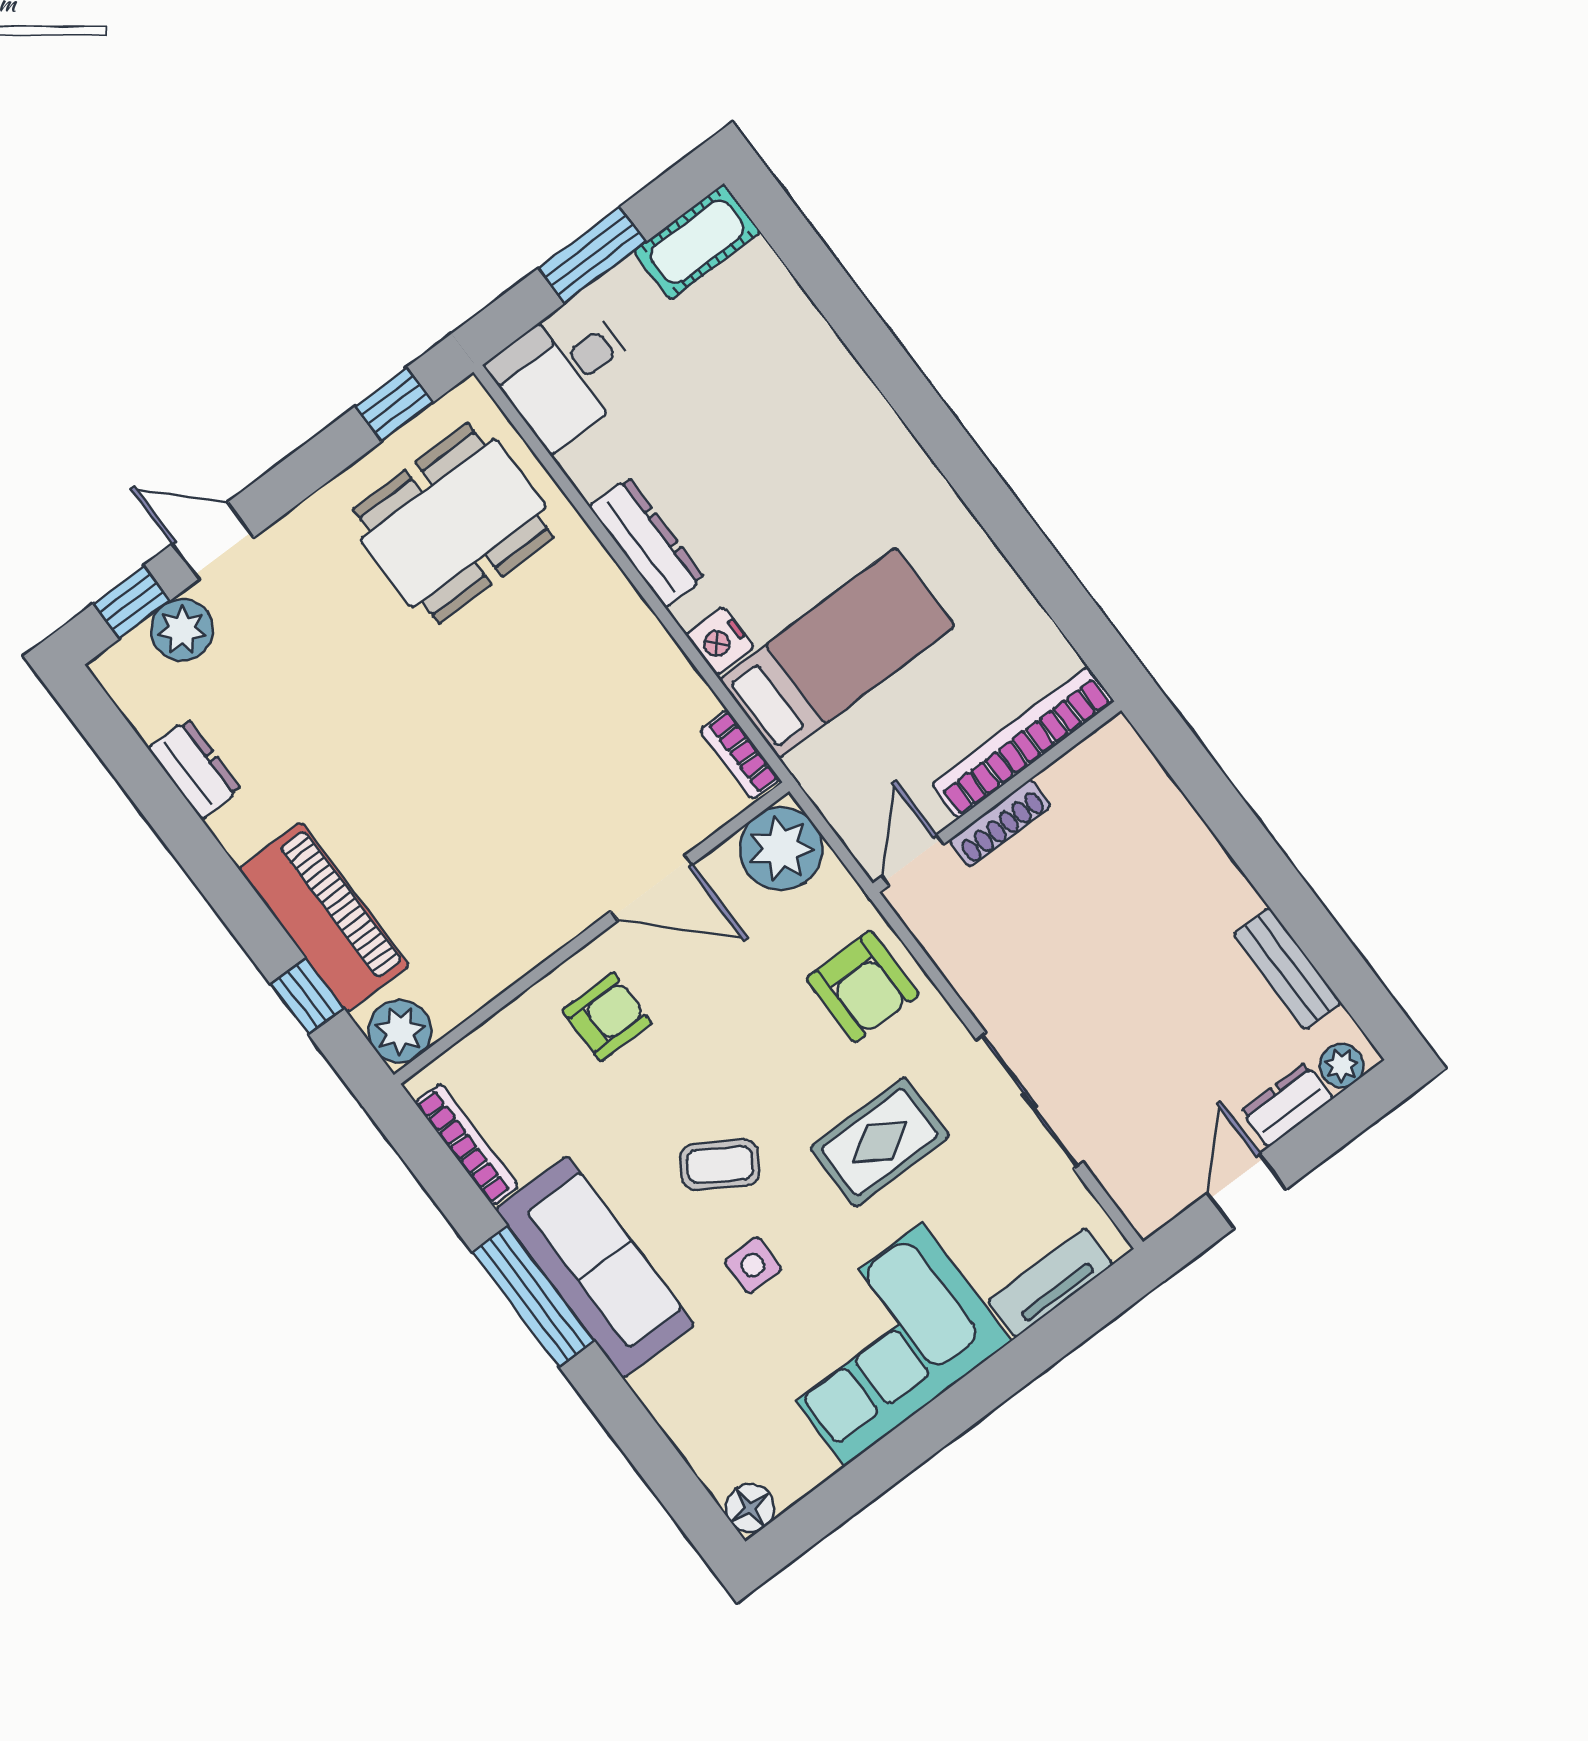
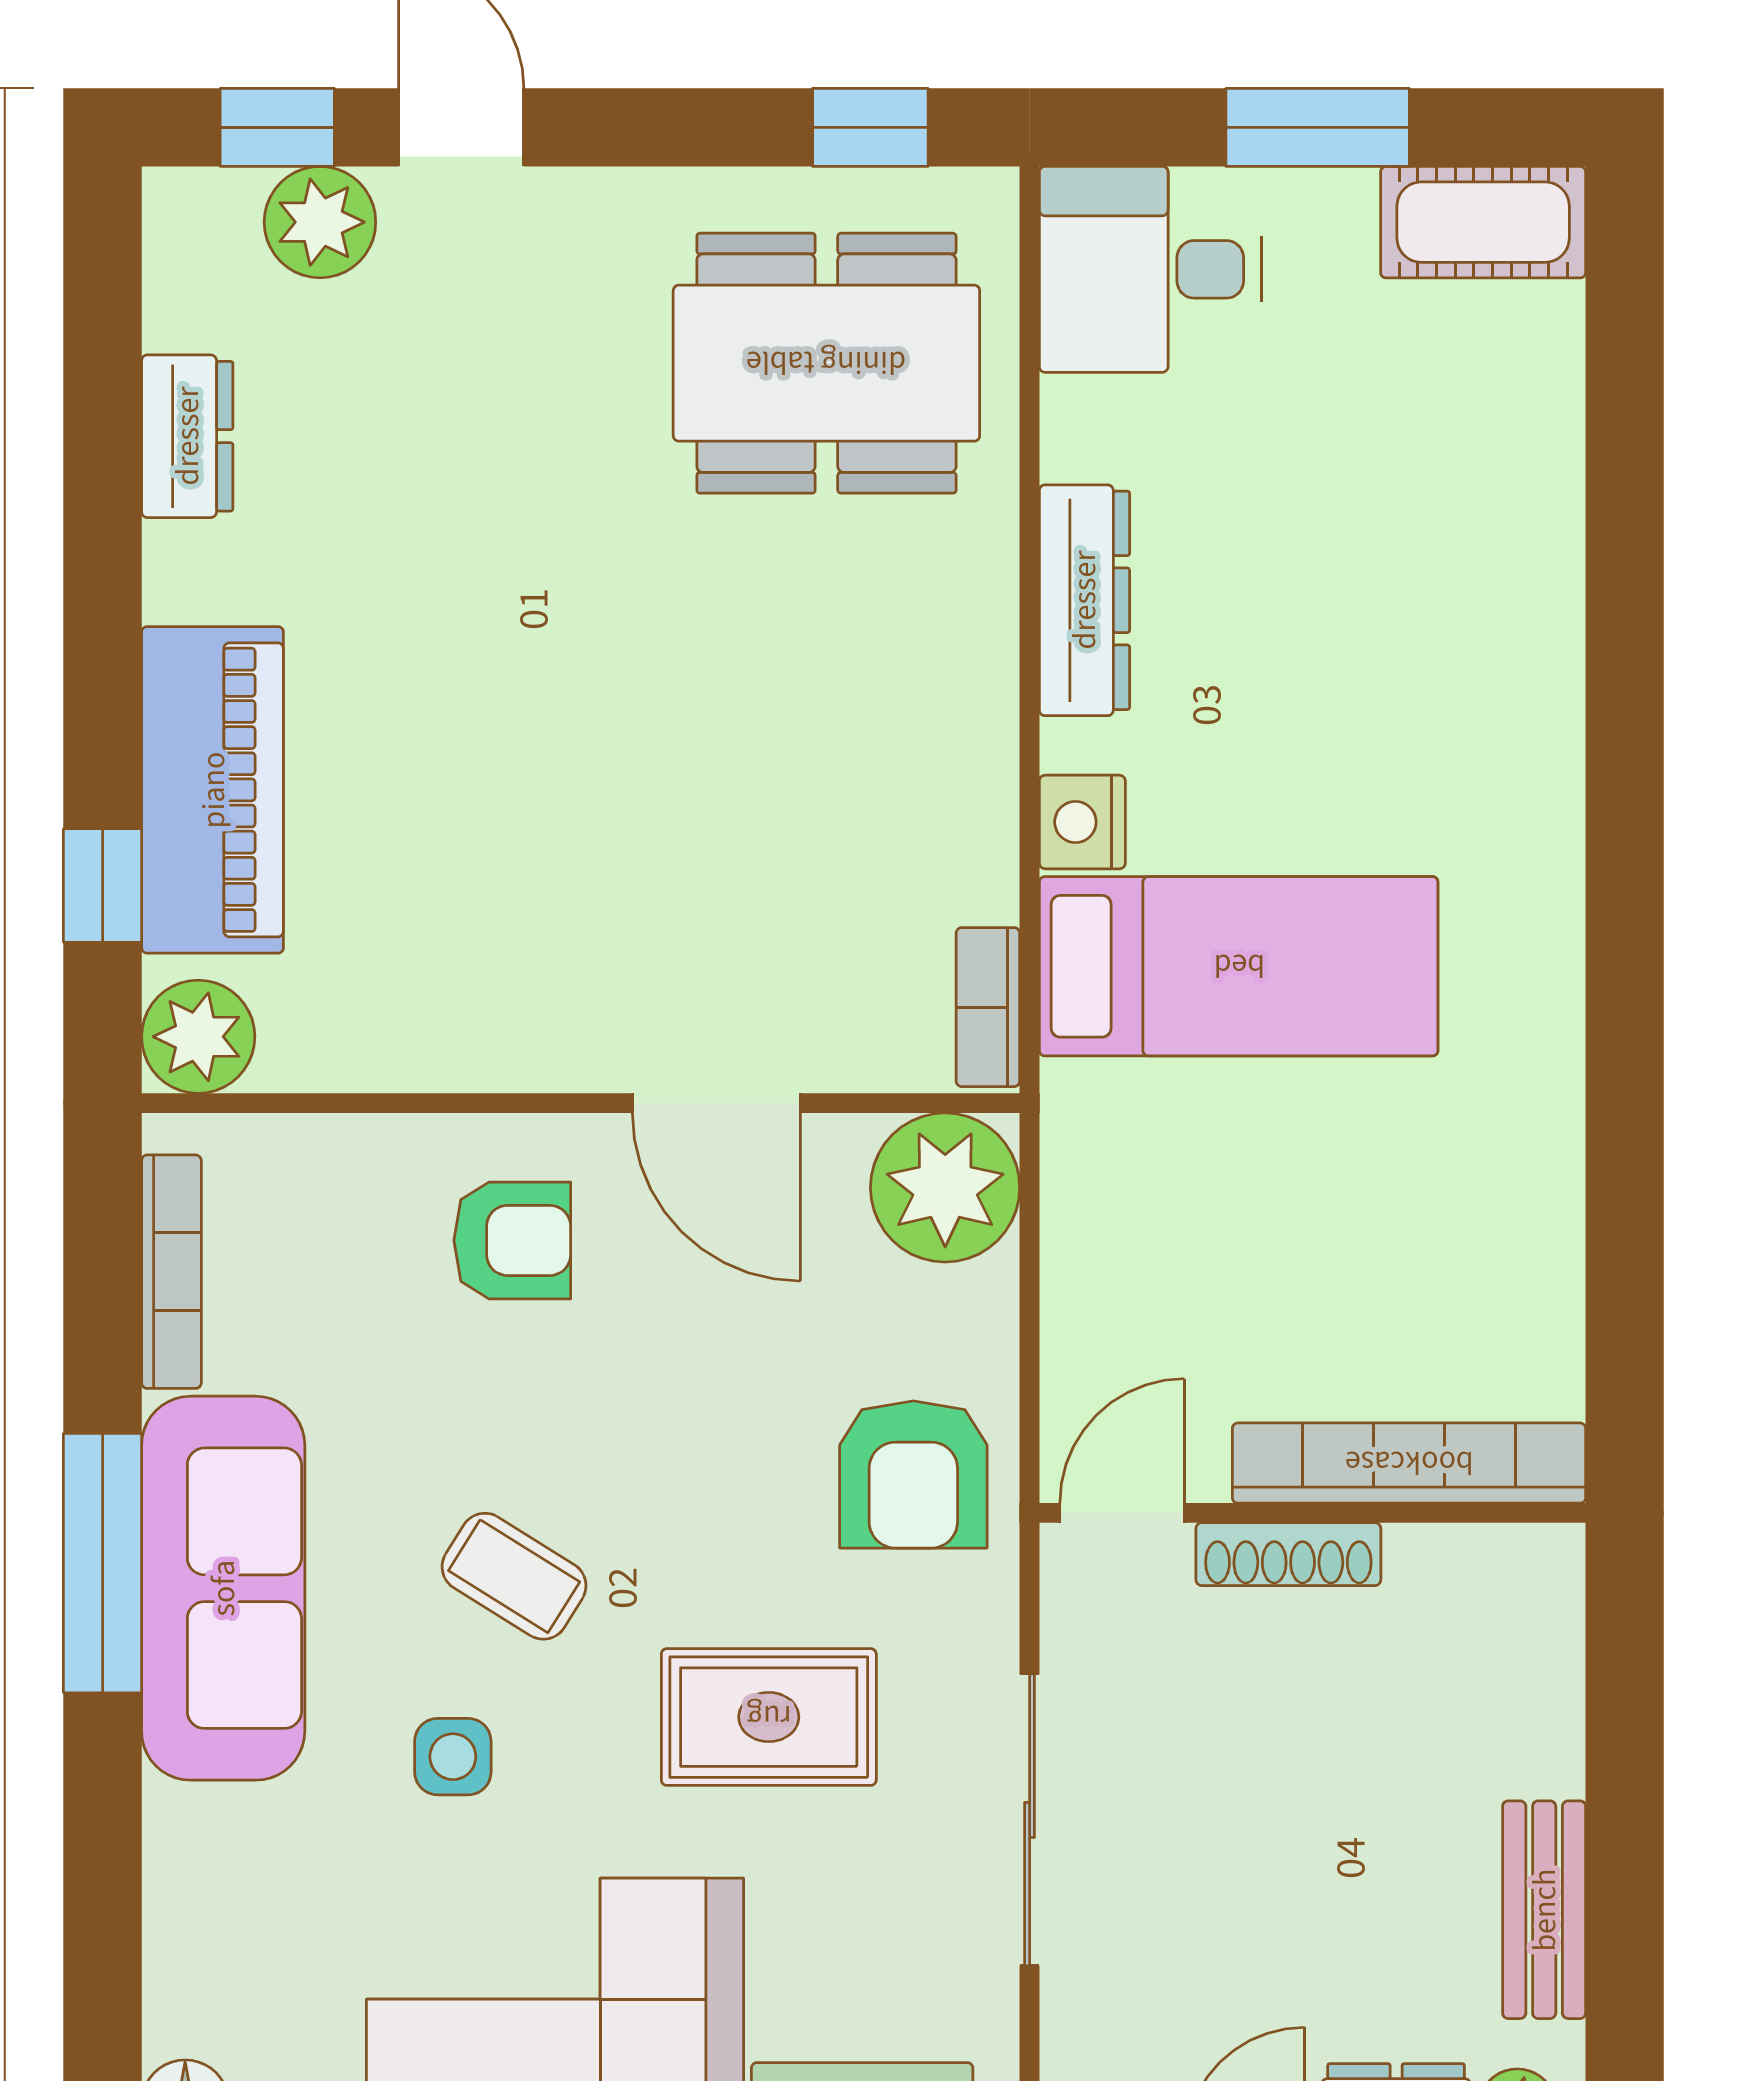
bookcase: (1023, 743) -> (1409, 1463), moved
wall: (997, 797) -> (1312, 1513), moved
shoe rack: (1000, 823) -> (1288, 1554), moved
door: (913, 860) -> (1122, 1513), moved

